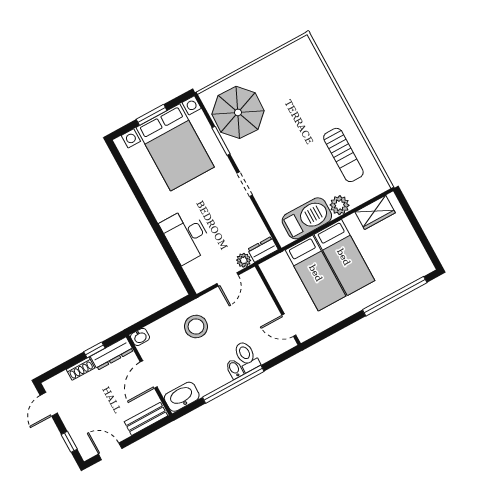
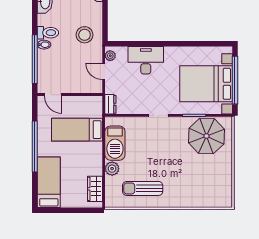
window: (152, 115) -> (235, 80), width x2.11
bed: (344, 257) -> (49, 182), moved, turned 90
plant: (244, 260) -> (110, 56), moved
window: (395, 296) -> (35, 147), moved
door: (289, 325) -> (53, 95), swing flipped
toilet: (246, 356) -> (48, 33), moved
window: (233, 384) -> (35, 59), moved

